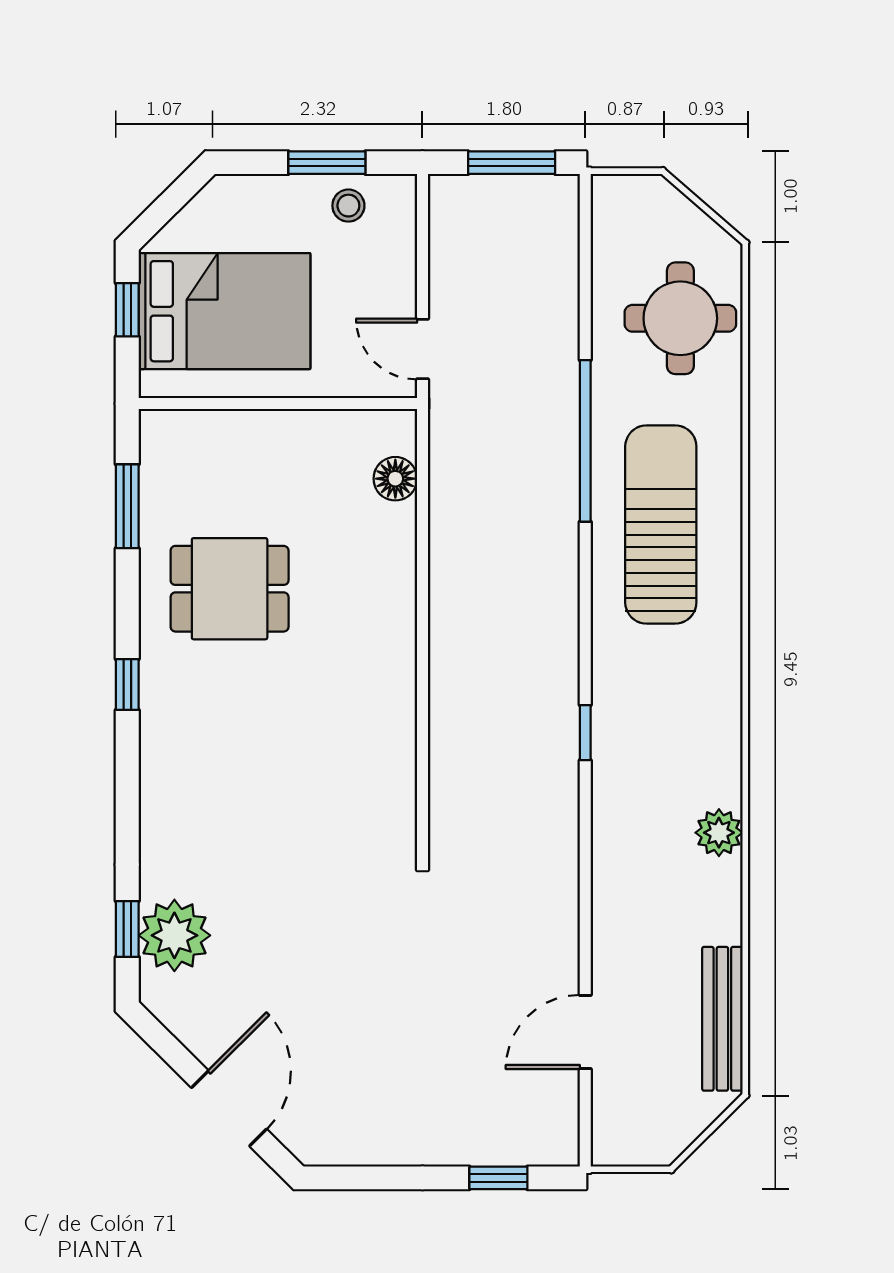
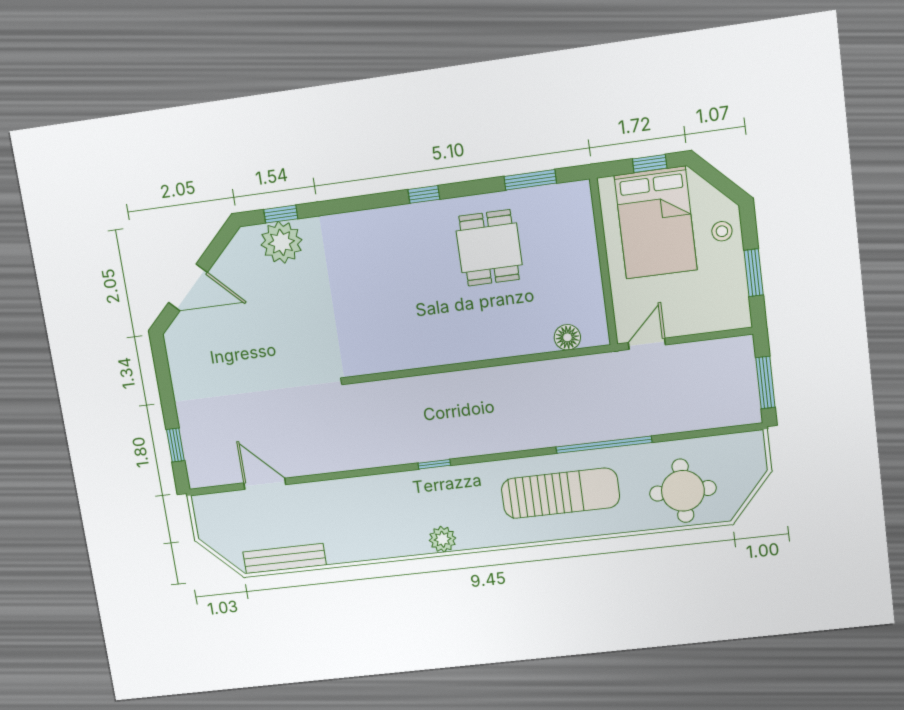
stool: (348, 206) -> (722, 231), moved
plant: (719, 833) -> (443, 539), moved

